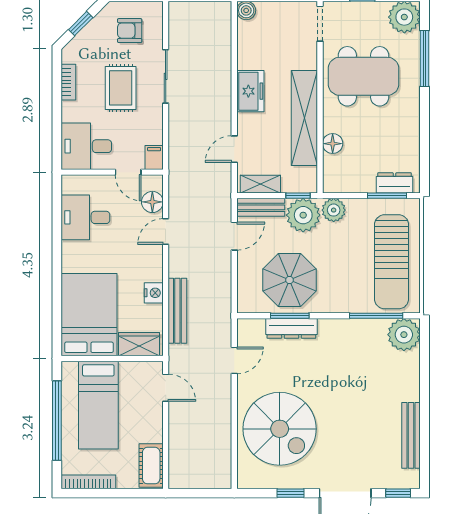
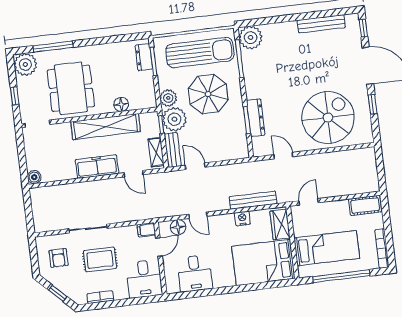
freezer: (250, 91) -> (97, 167), width x1.40
parasol: (290, 280) -> (208, 94), moved

